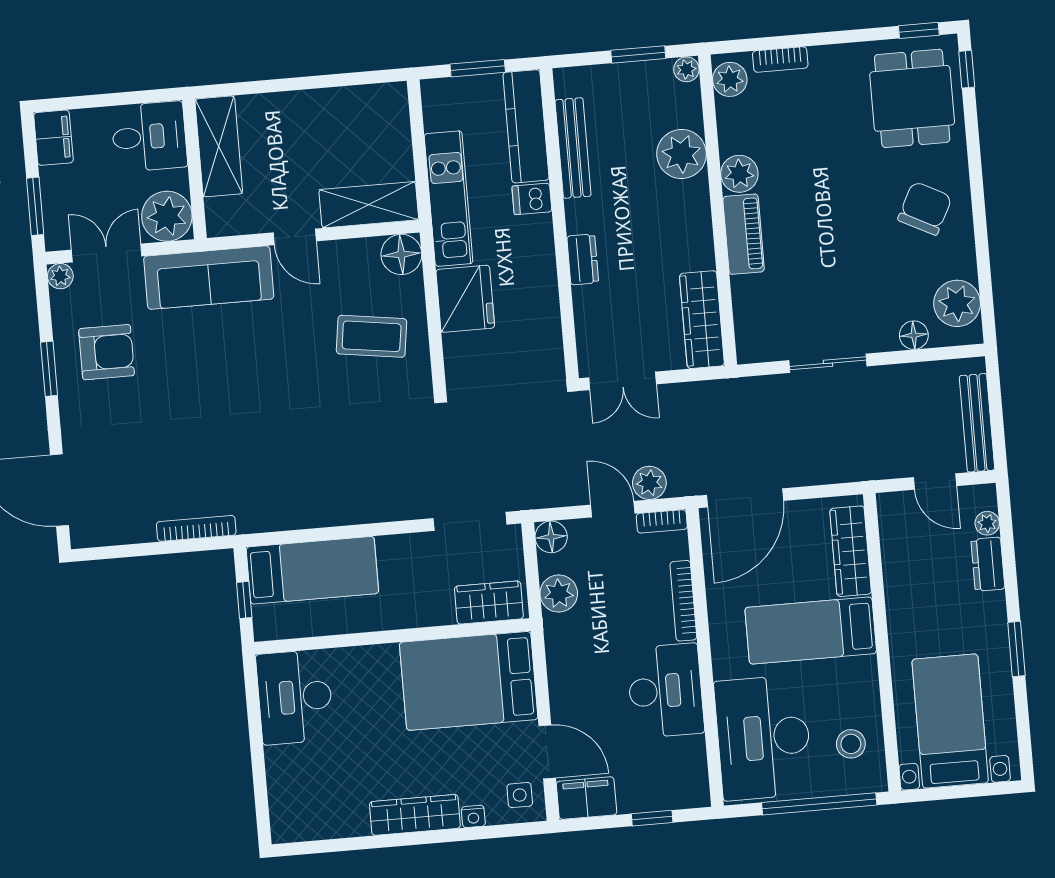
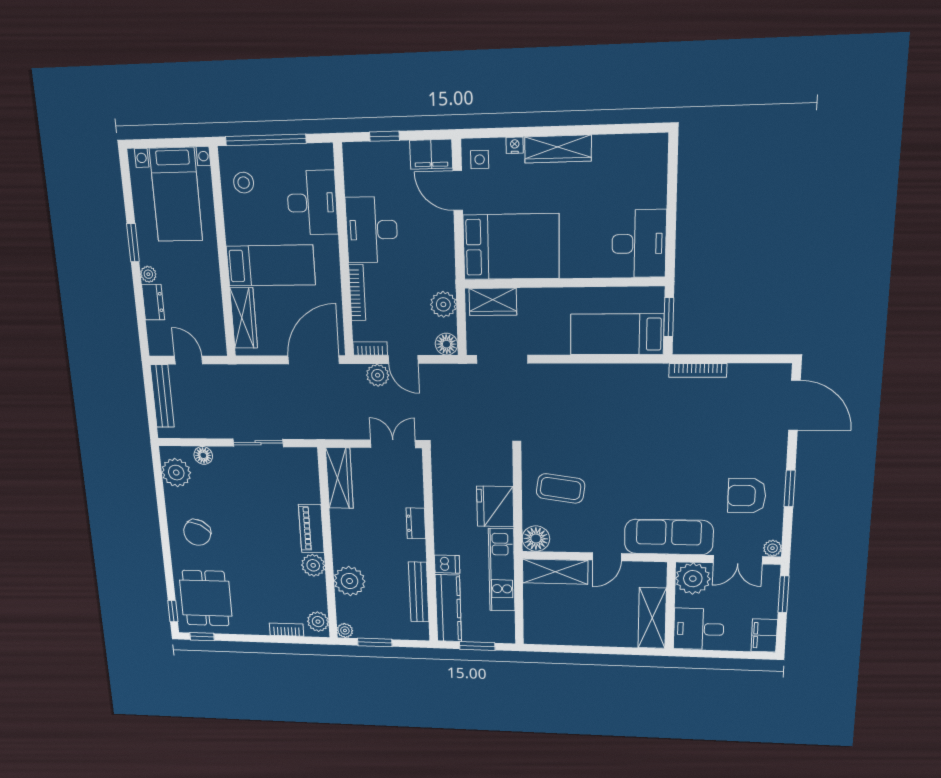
door: (295, 237) -> (607, 557), swing flipped
plant: (987, 523) -> (148, 274), moved
window: (244, 600) -> (669, 317), width x1.50
desk: (763, 738) -> (312, 203), width x0.73, depth x0.77

